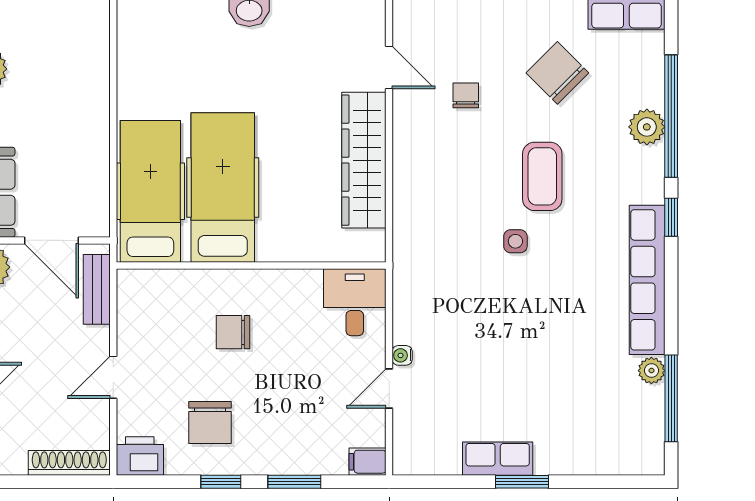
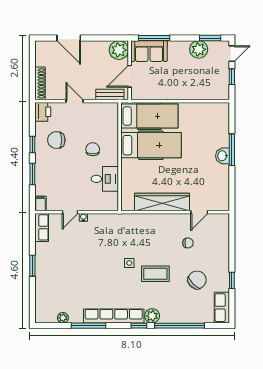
plant: (647, 127) -> (152, 316), moved
desk: (355, 302) -> (105, 179), moved
plant: (651, 371) -> (63, 318), moved
door: (389, 388) -> (70, 212), swing flipped
window: (671, 398) -> (89, 326), moved
row of seats: (498, 459) -> (42, 227), moved

